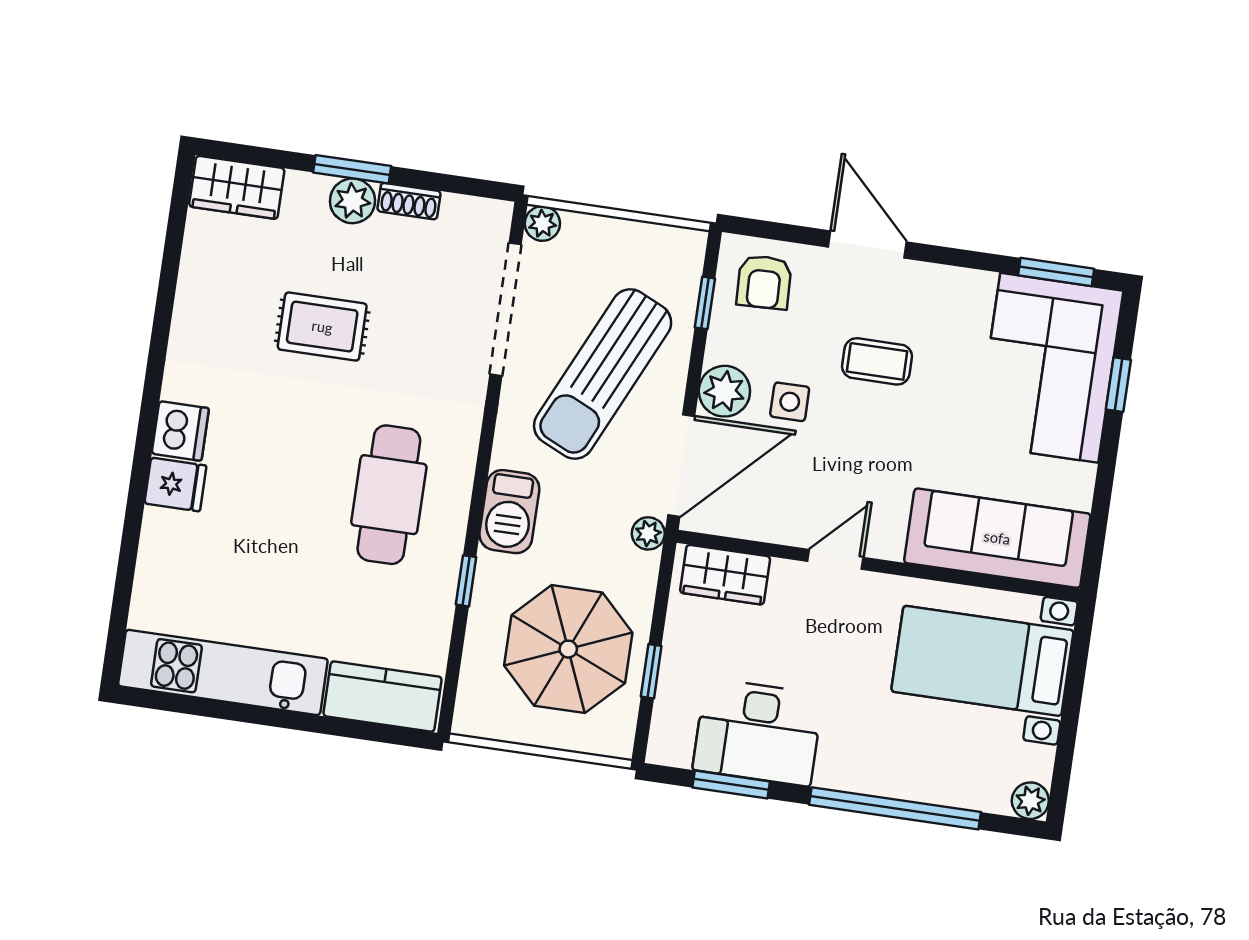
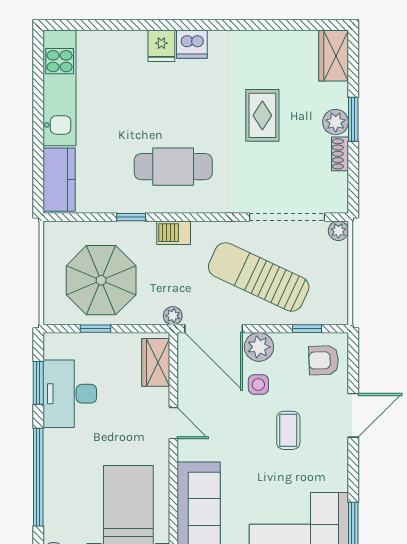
barbecue: (509, 512) -> (174, 233), width x0.73, depth x0.79

